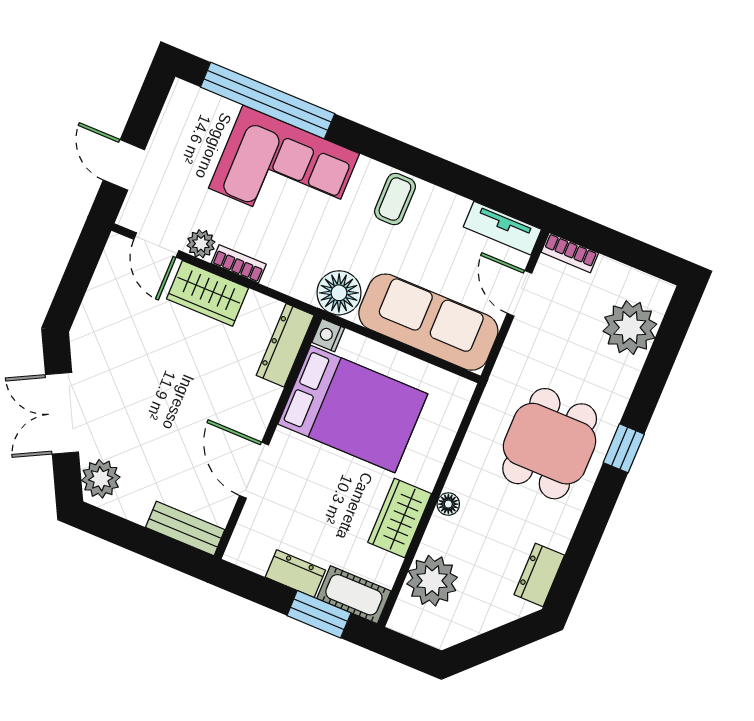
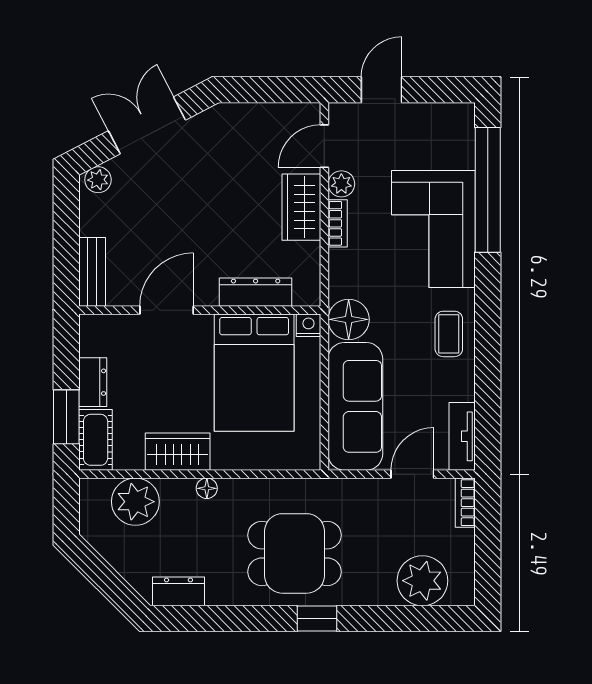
coffee table: (395, 199) -> (449, 334), turned 90
dresser: (285, 345) -> (256, 292), moved
plant: (101, 479) -> (98, 180), width x0.73, depth x0.73

